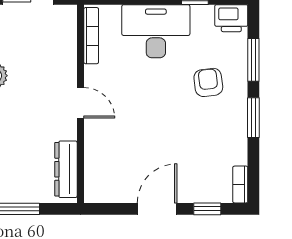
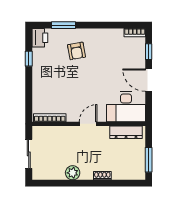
desk: (156, 31) -> (126, 107), moved, turned -90
armchair: (208, 82) -> (76, 51), turned -93
window: (253, 118) -> (97, 25), removed

